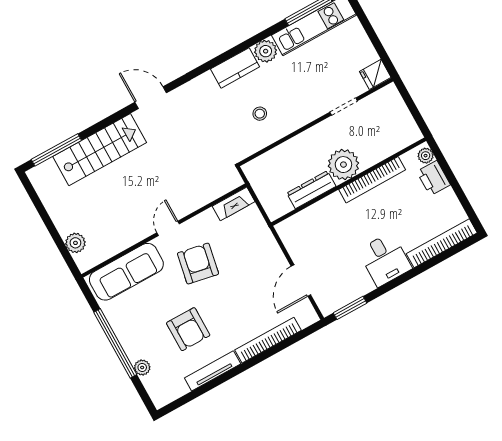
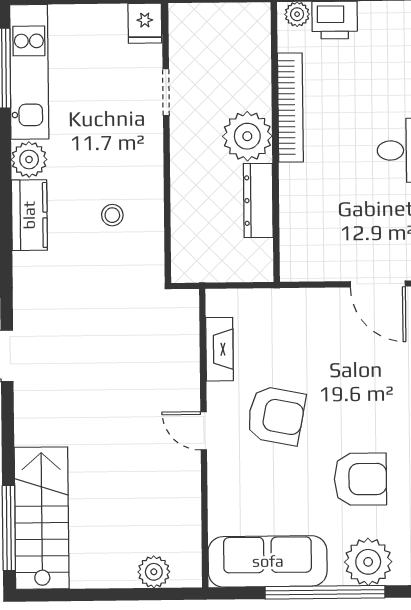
stairs: (100, 150) -> (42, 518), moved
fireplace: (234, 204) -> (219, 349), moved
armchair: (198, 264) -> (276, 416), turned 180
sofa: (126, 272) -> (268, 561), moved, turned -90
plant: (142, 367) -> (368, 562), width x1.88, depth x1.88

